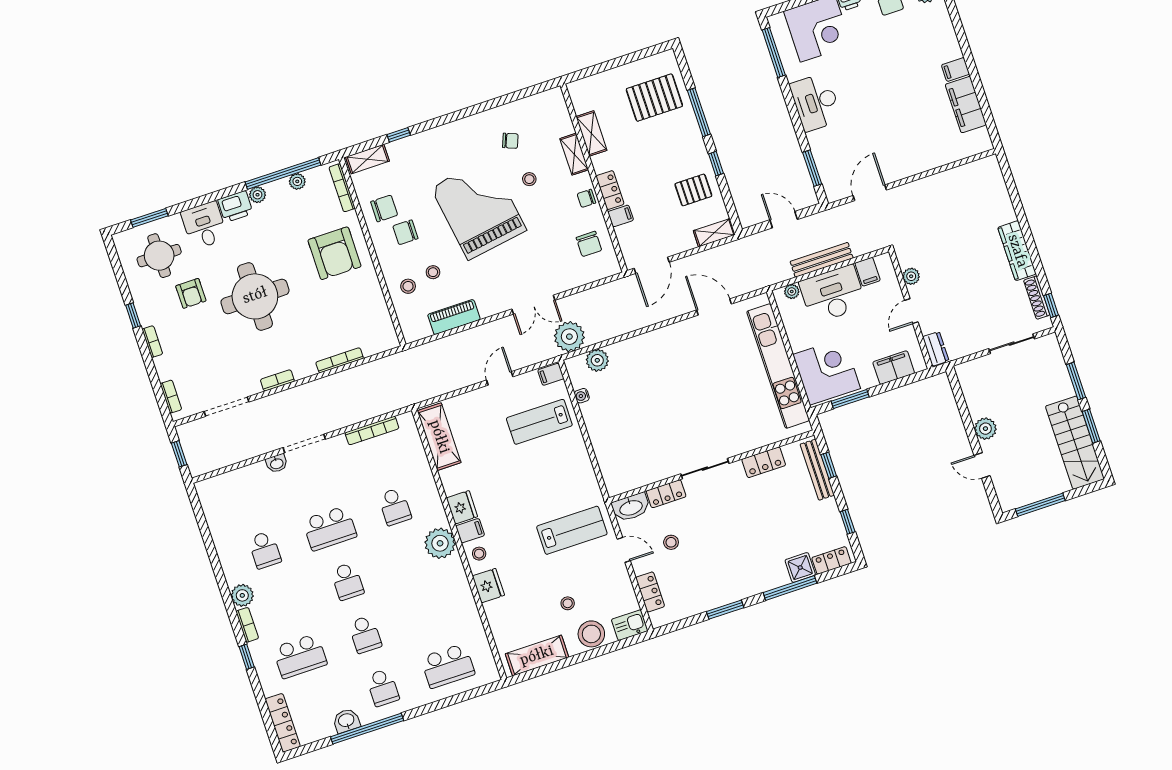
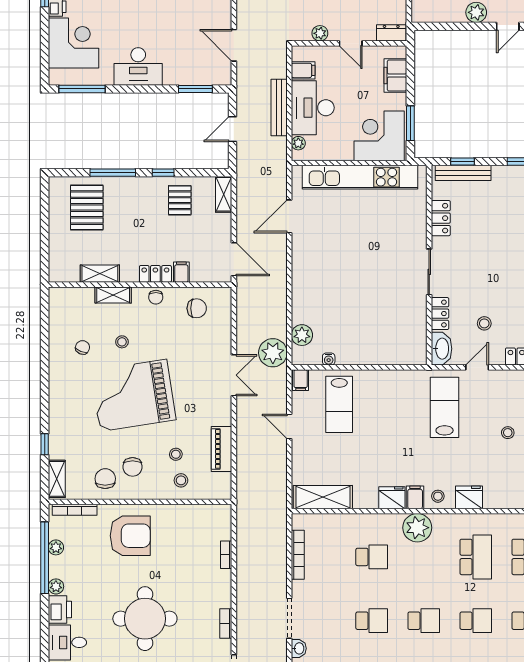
bookcase: (340, 360) -> (226, 555), width x0.64
school desk: (330, 528) -> (372, 621), width x0.54
school desk: (430, 613) -> (476, 557), added

